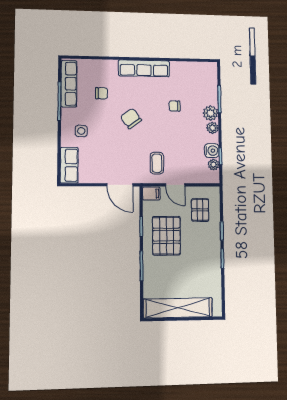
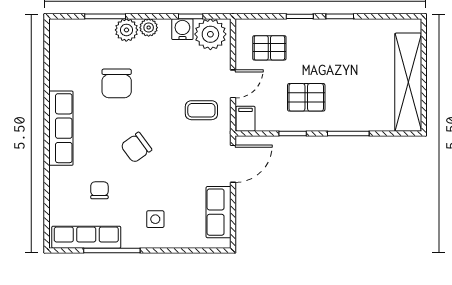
chair: (175, 106) -> (117, 83), width x1.87, depth x1.87
row of seats: (69, 165) -> (219, 212), moved, turned -90
plant: (213, 165) -> (210, 34), width x1.88, depth x1.88
pallet: (166, 236) -> (306, 97), width x0.67, depth x0.71

